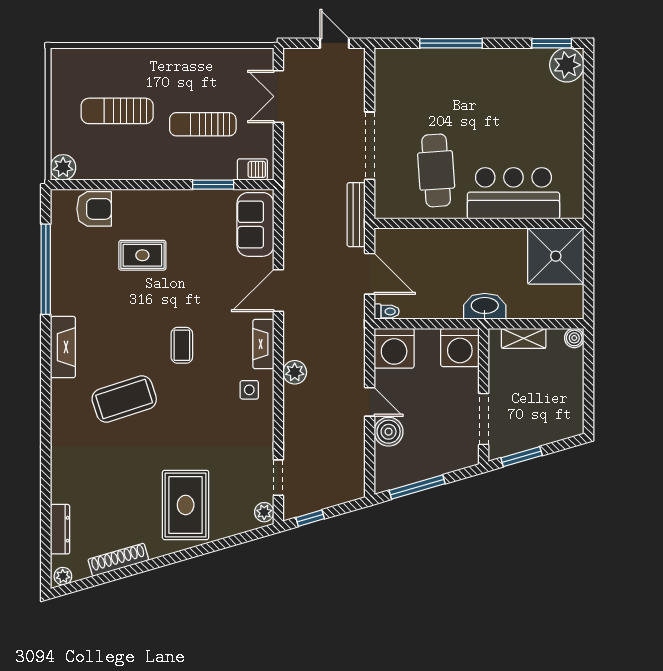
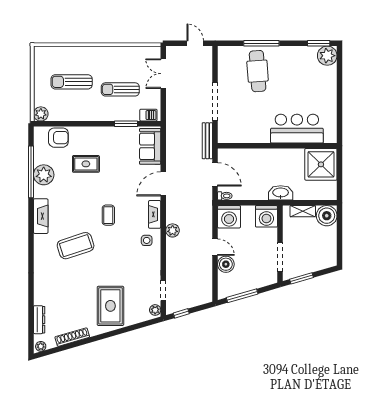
cafe table: (436, 170) -> (258, 71), moved
plant: (68, 274) -> (44, 175), added
boiler: (574, 338) -> (327, 216), width x1.86, depth x1.86

